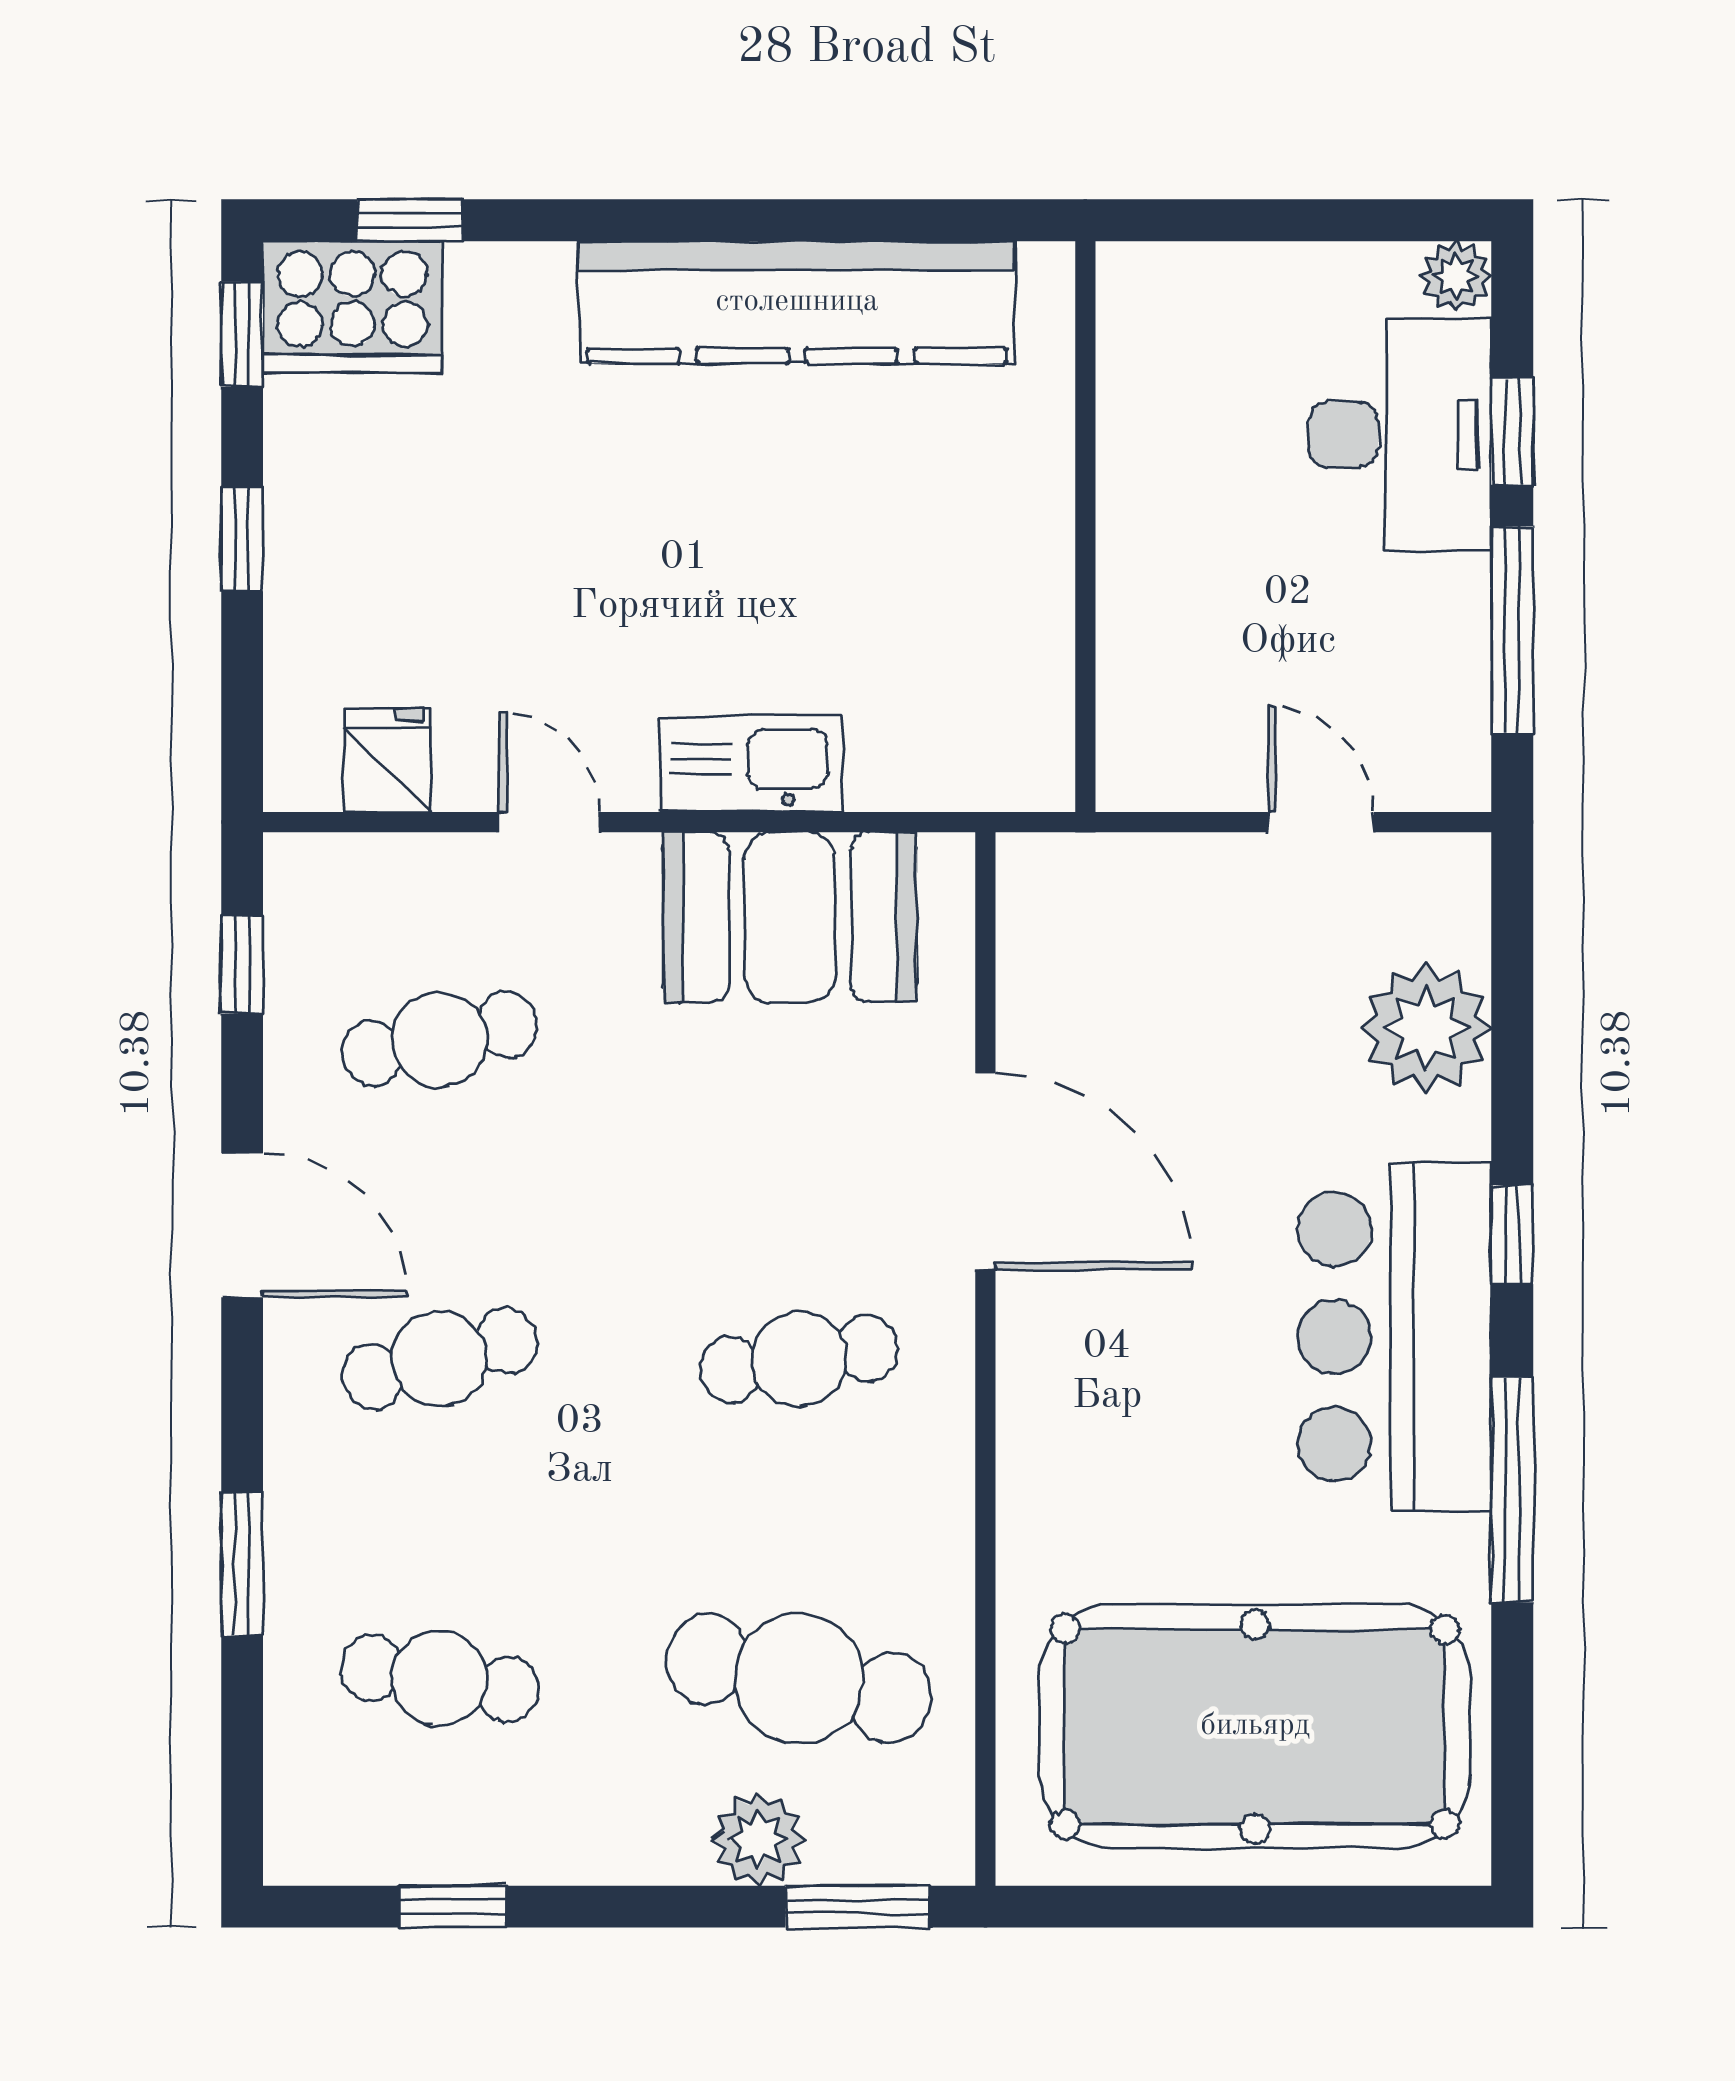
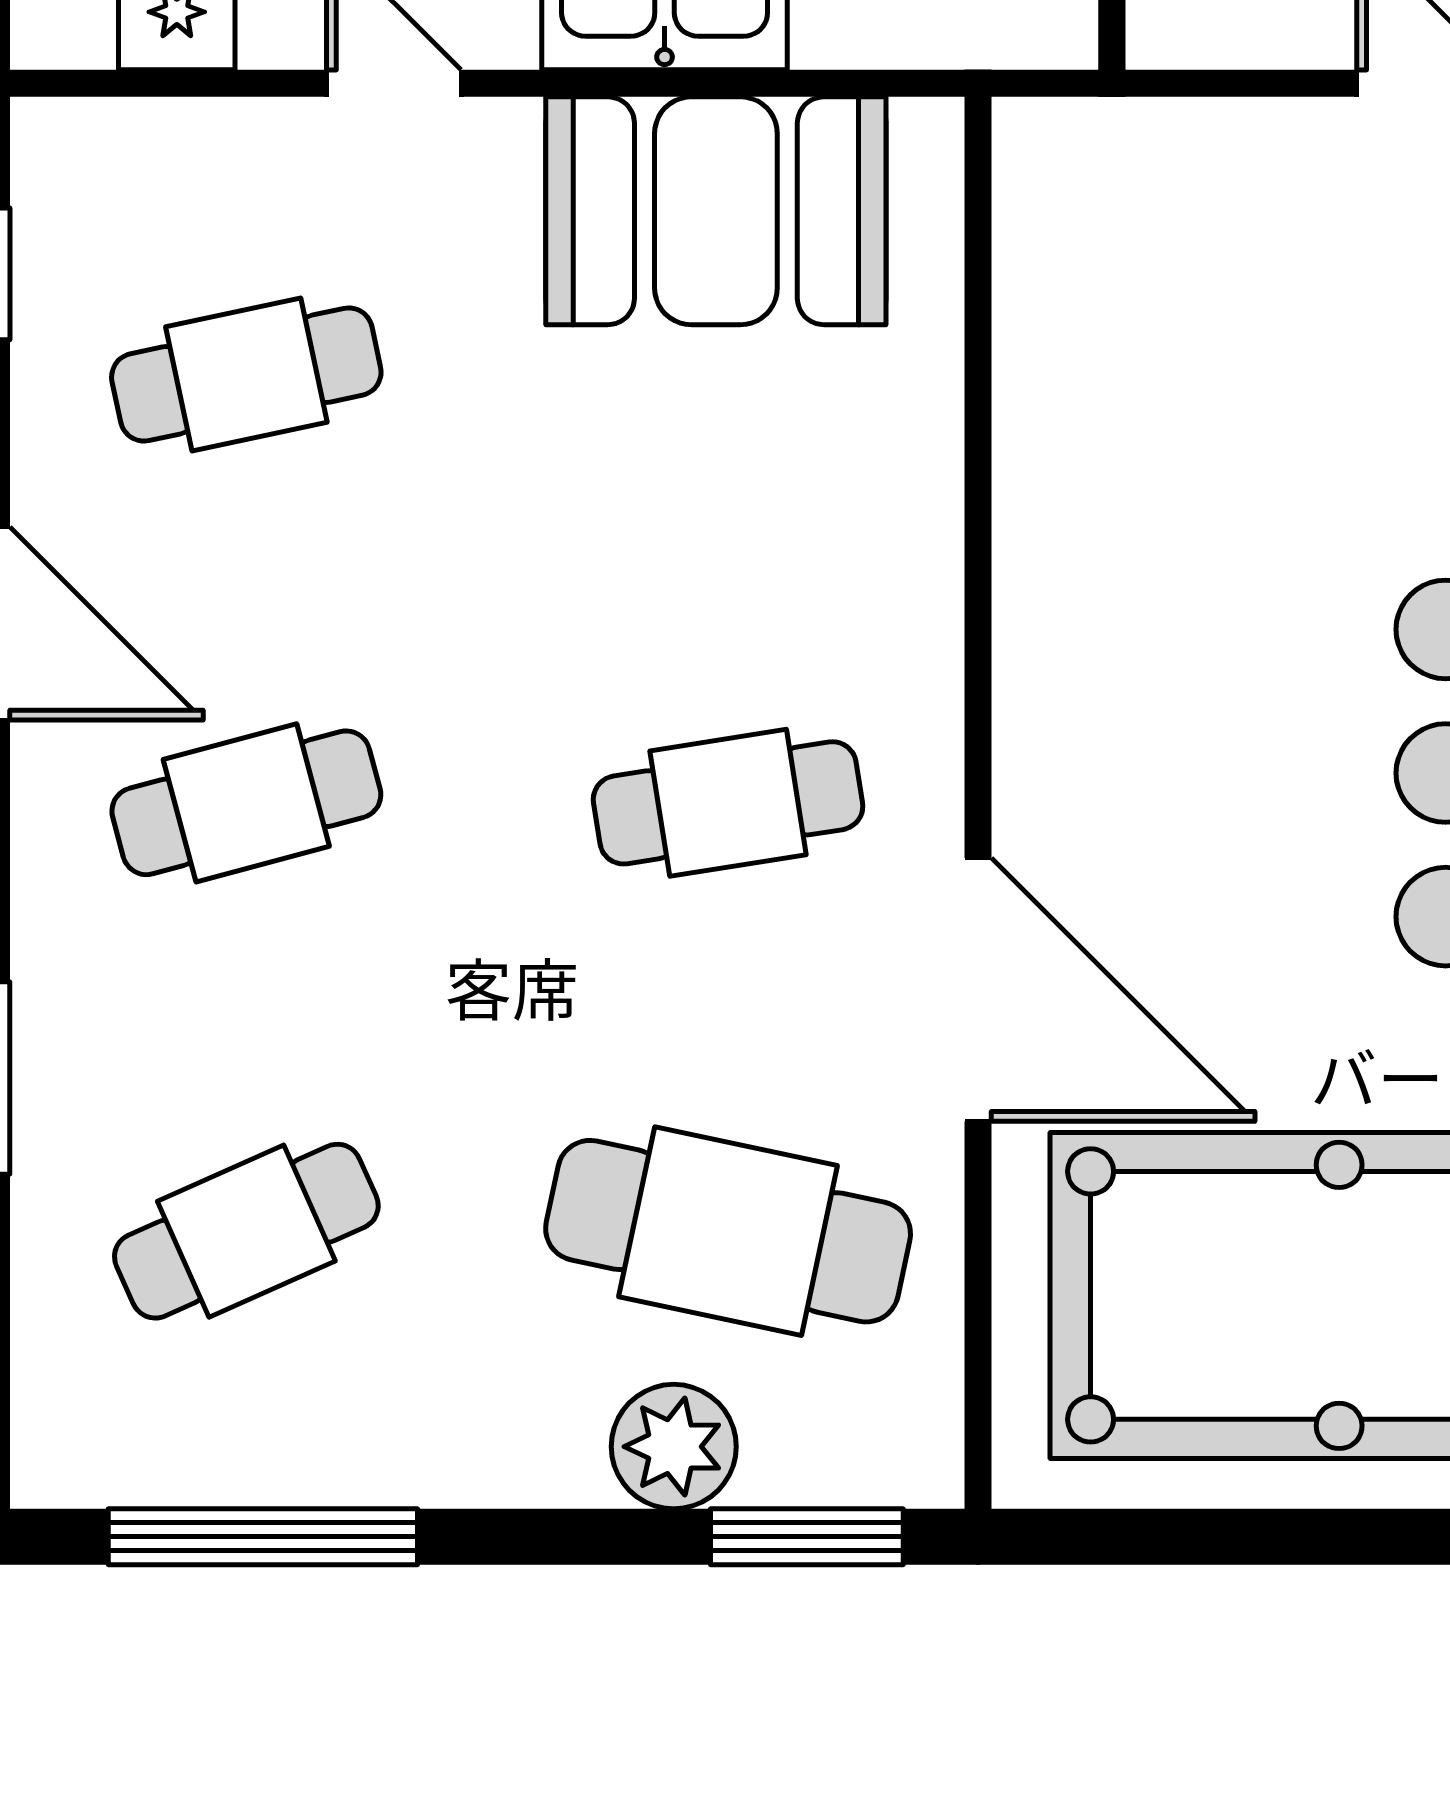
door: (985, 1171) -> (978, 990), moved
cafe table: (440, 1679) -> (246, 1231), turned -33
window: (452, 1907) -> (263, 1537), width x2.17

